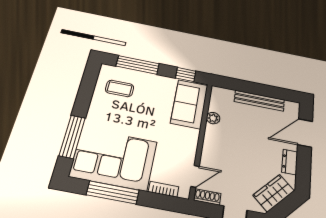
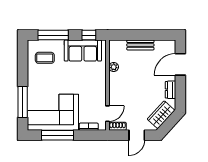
bench: (259, 101) -> (140, 45), width x0.73
sofa: (189, 104) -> (83, 51), moved, turned -90

